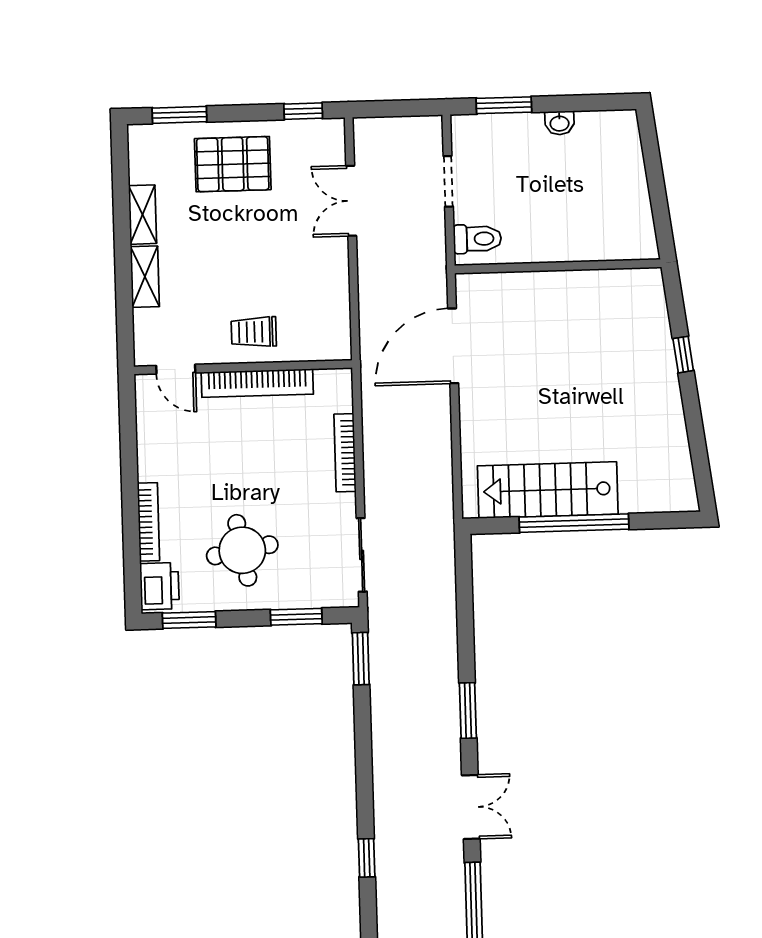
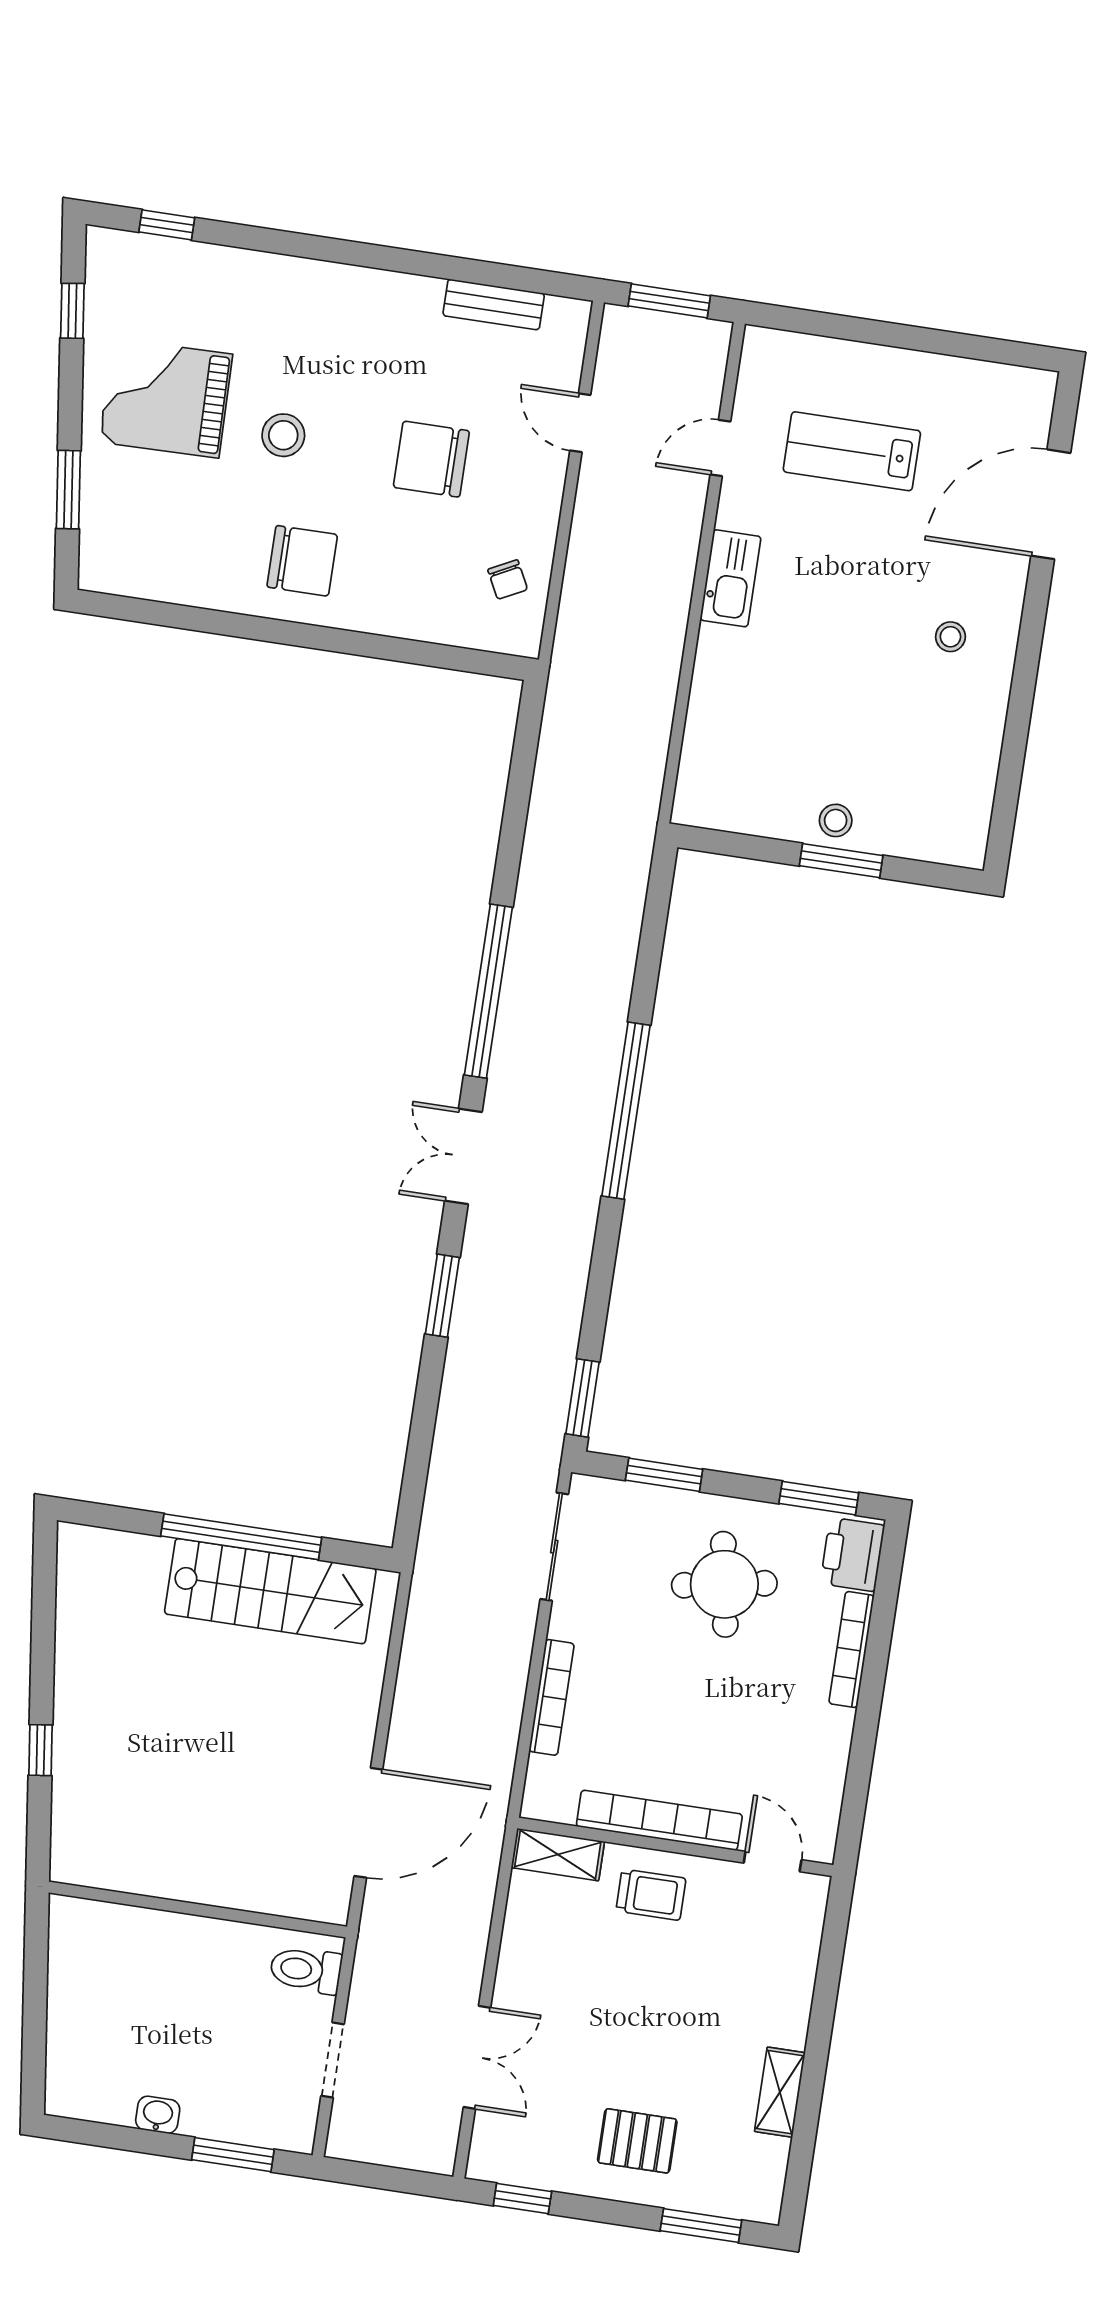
pallet: (233, 164) -> (637, 2141), width x0.67, depth x0.71
shelving: (145, 277) -> (558, 1855), moved, turned 90
window: (367, 858) -> (626, 1111), width x3.17

